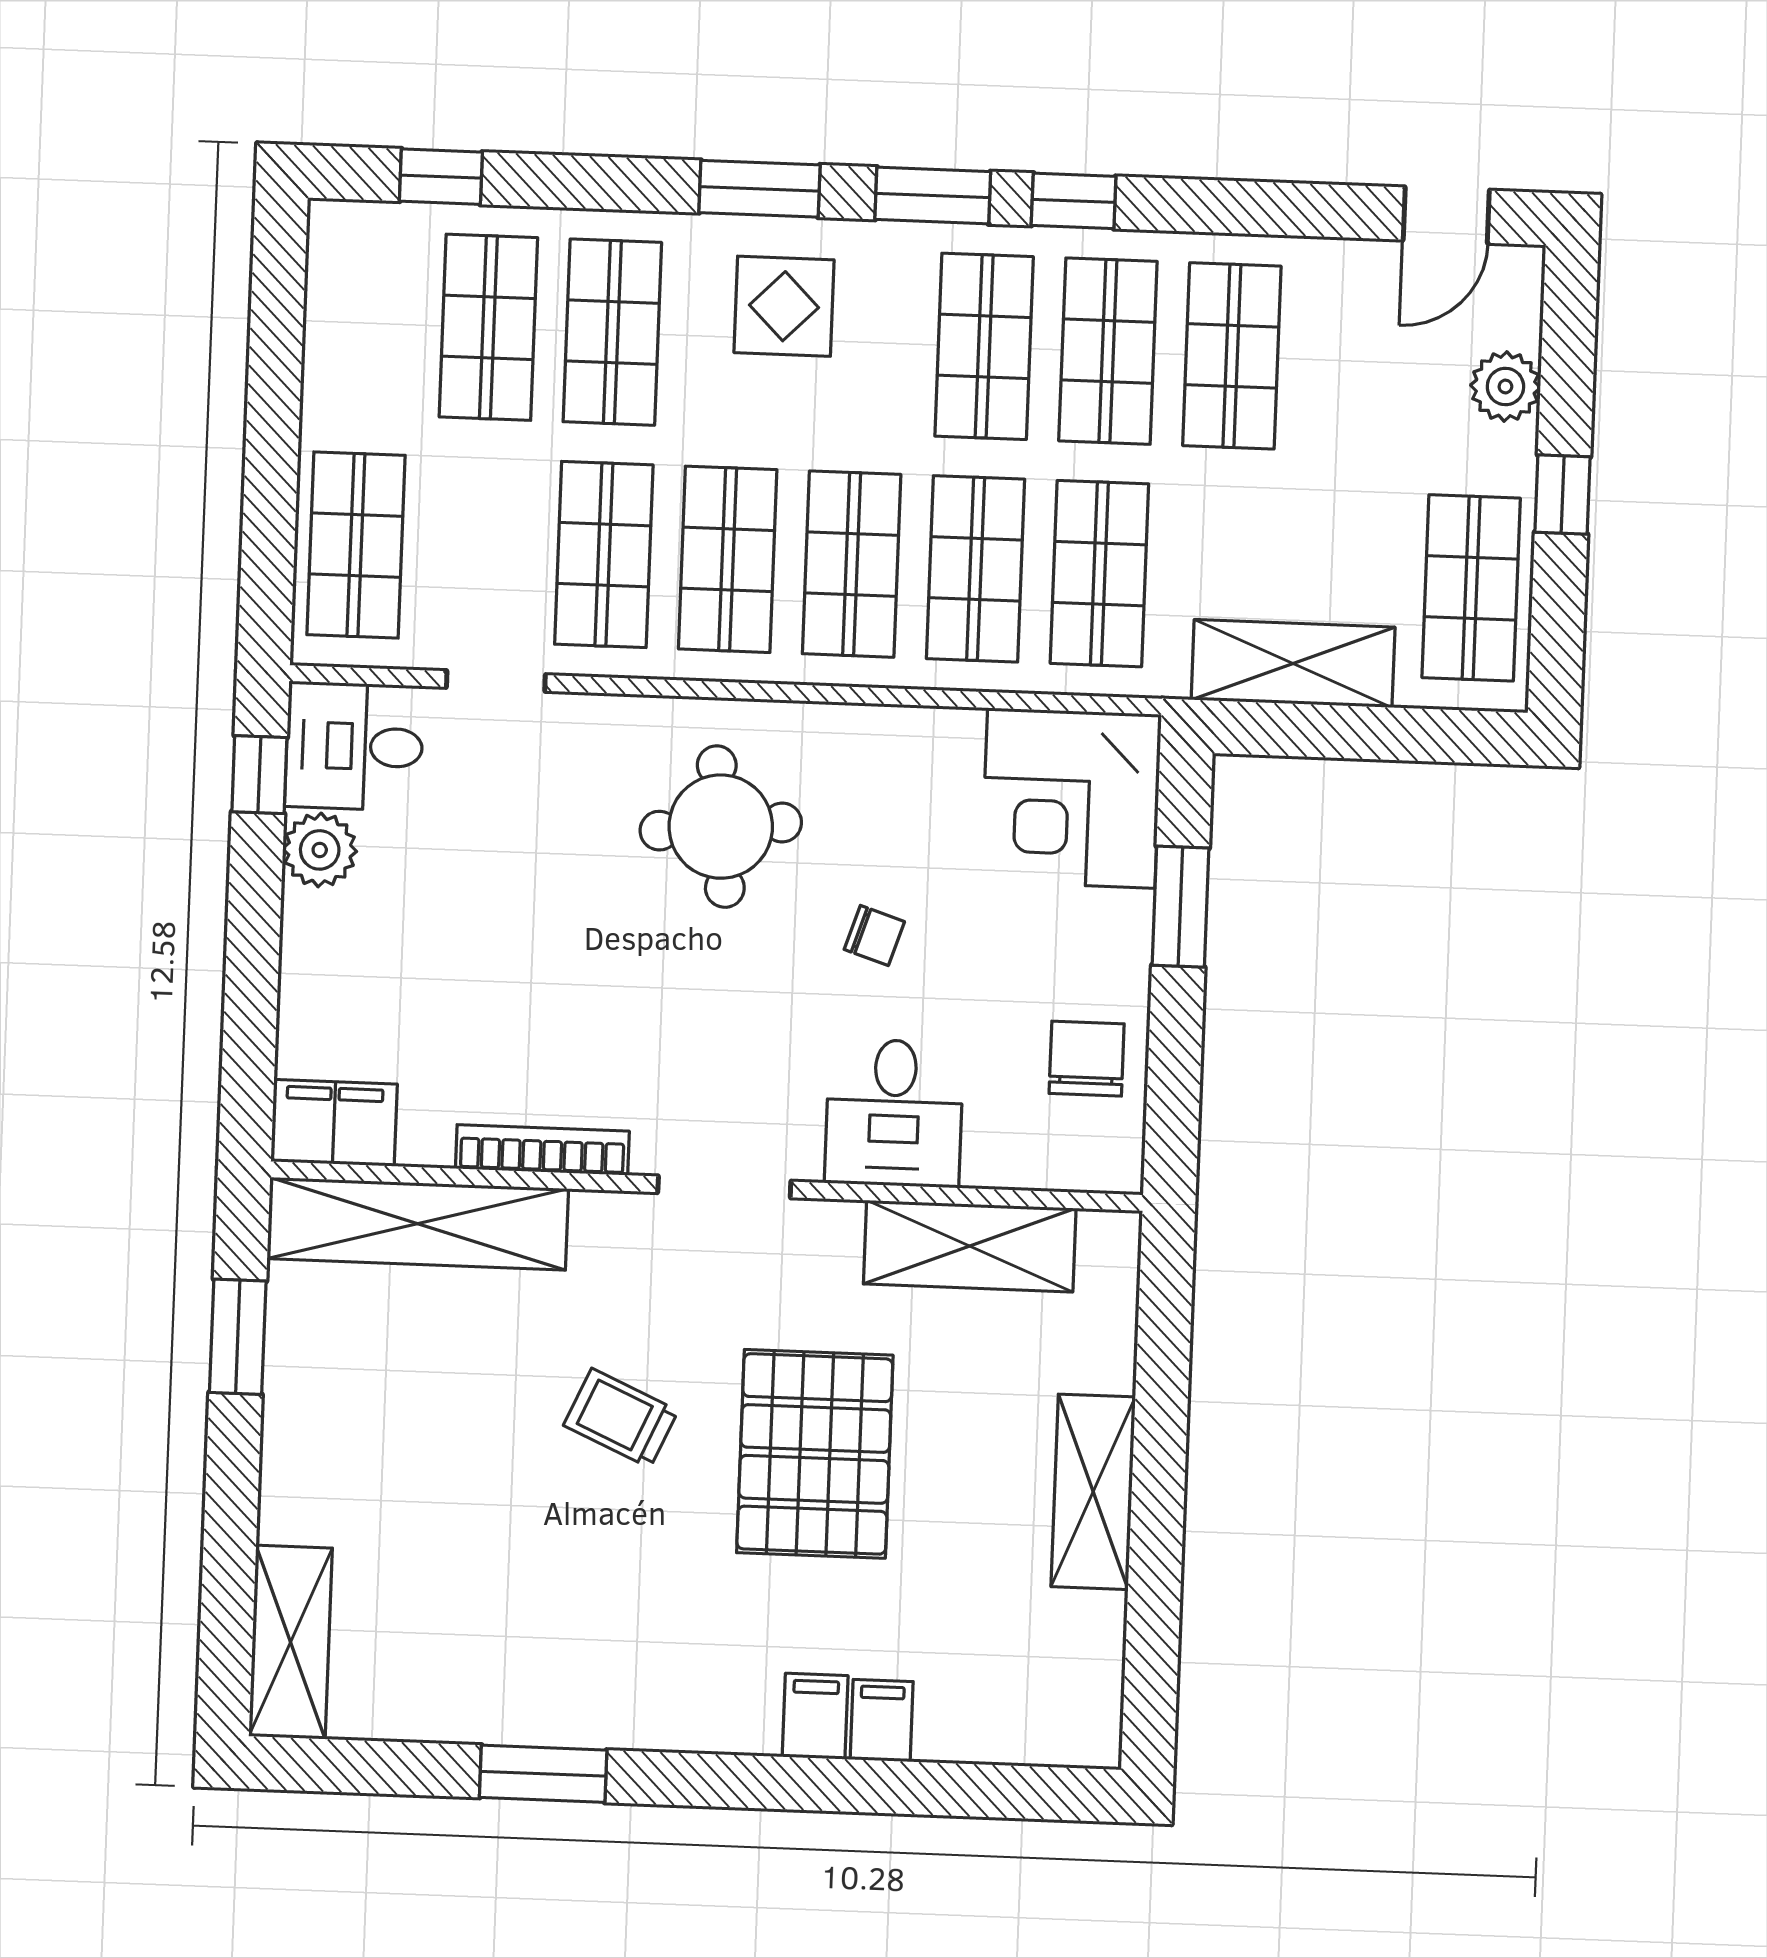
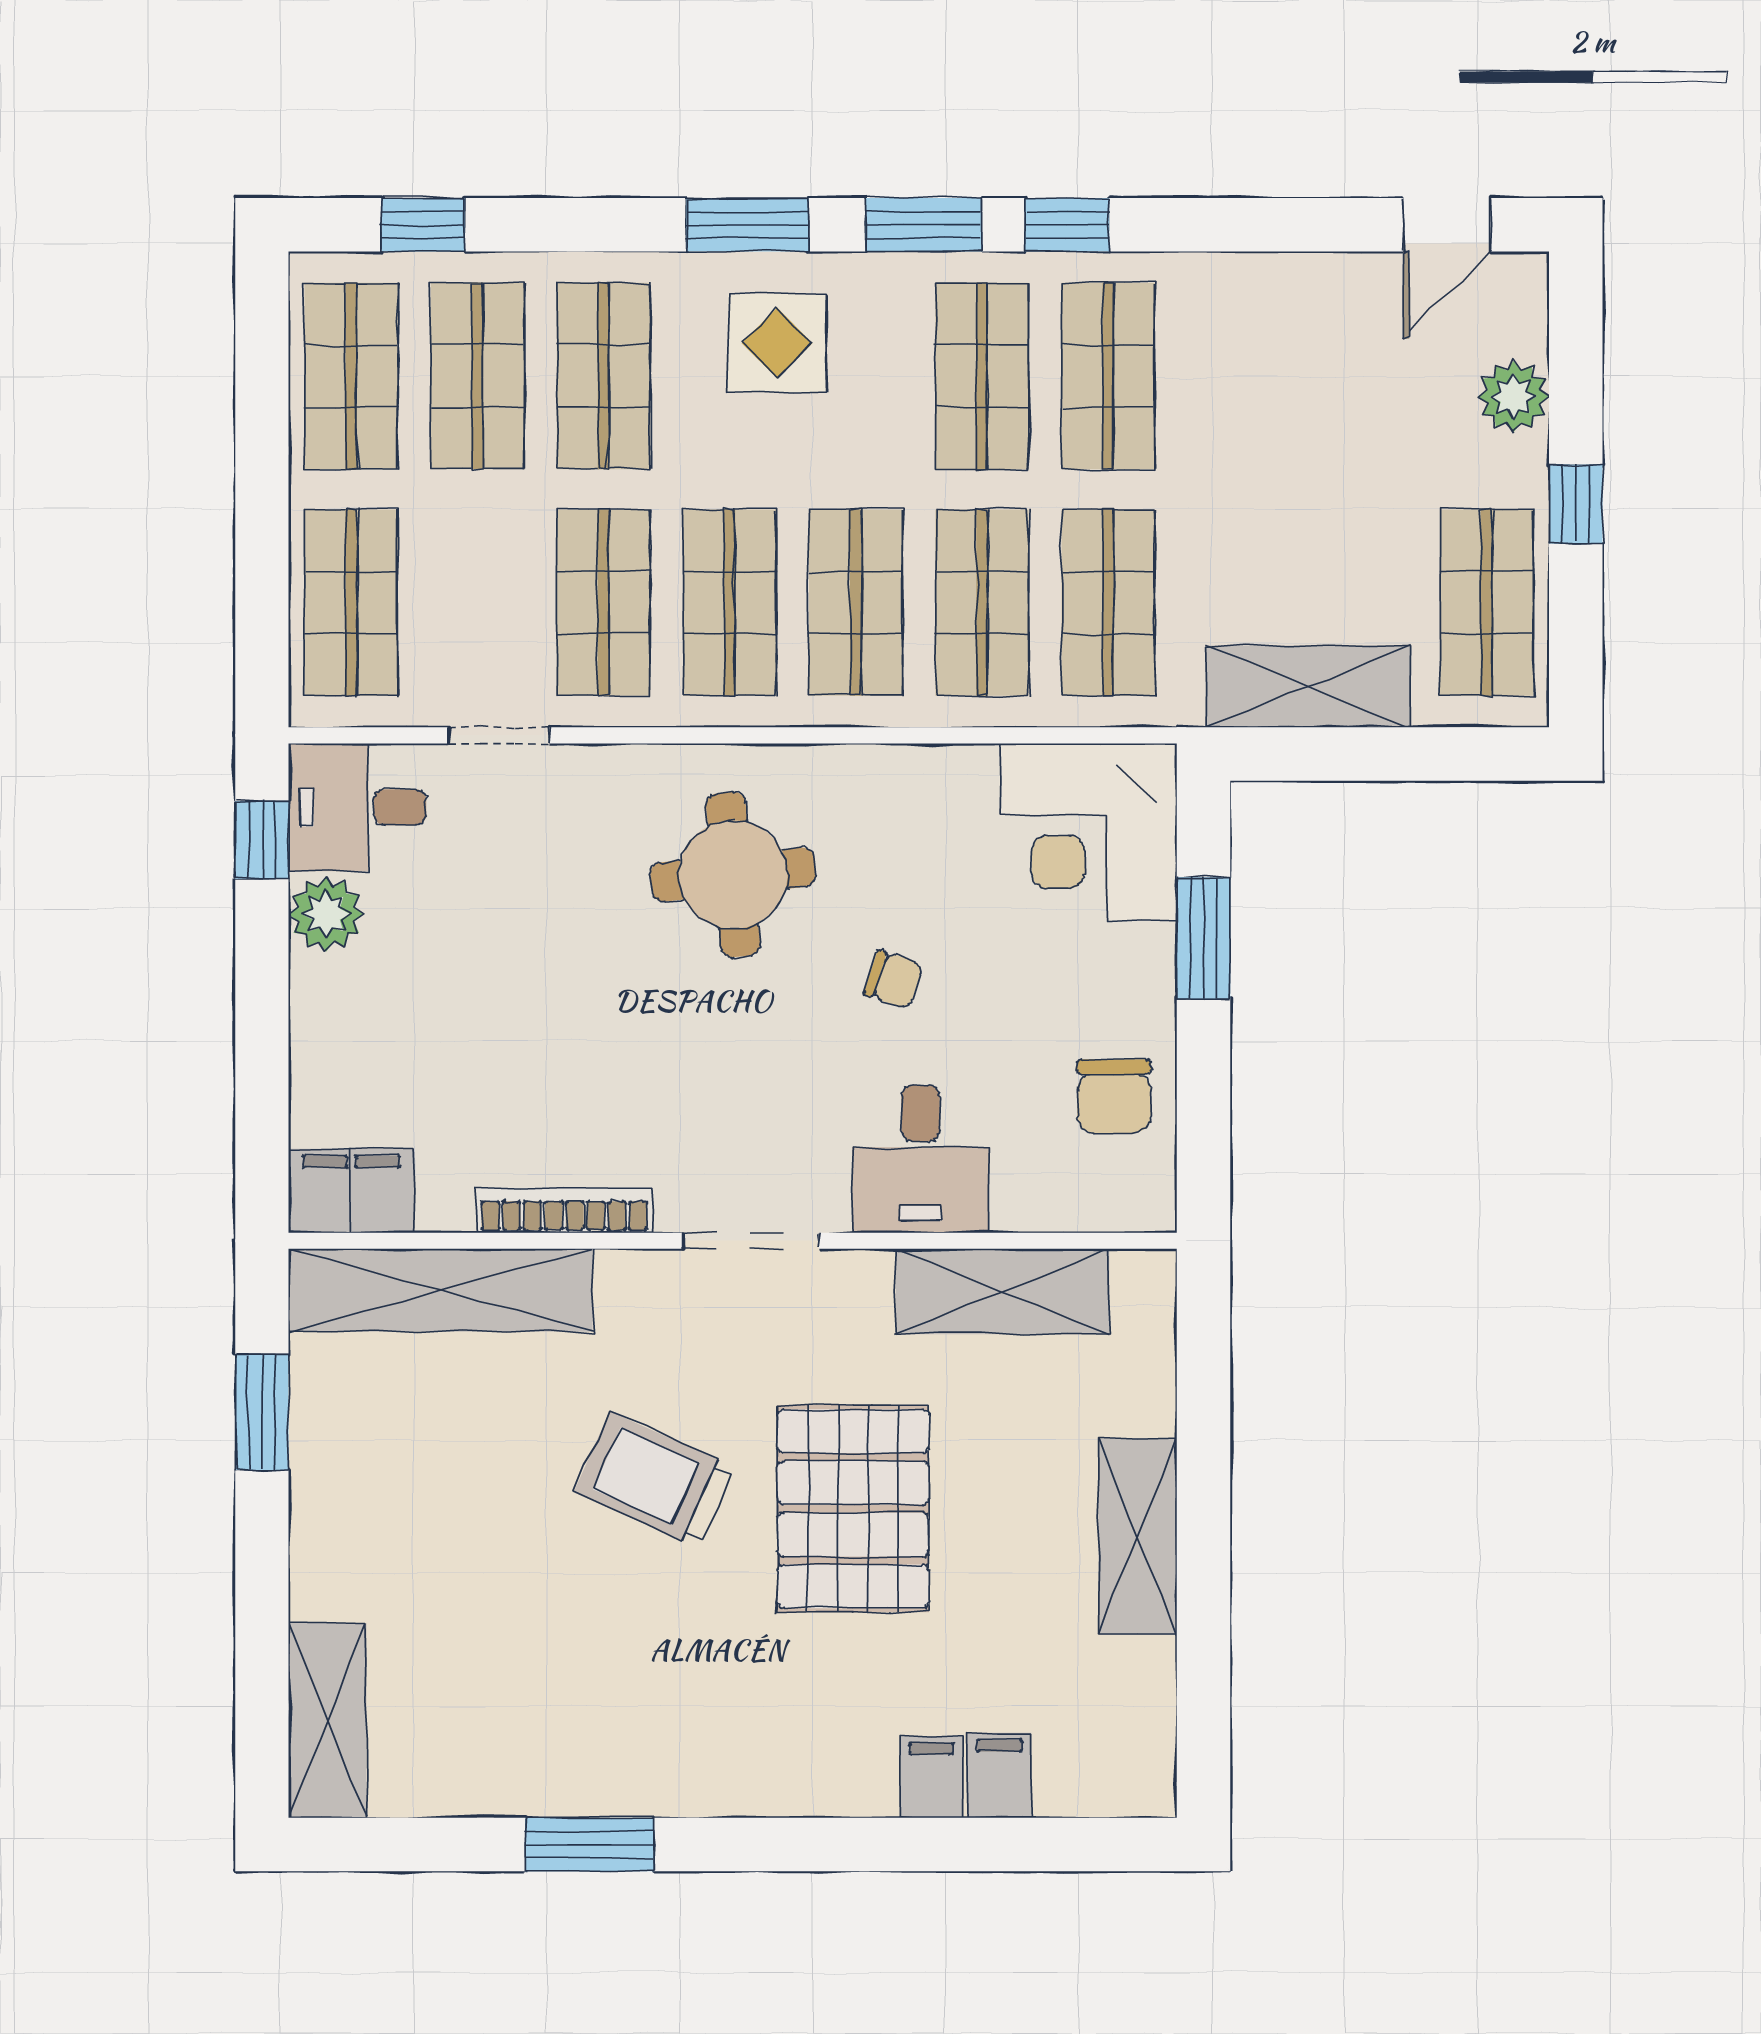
shop shelf: (1232, 356) -> (351, 376), moved
chair: (1087, 1059) -> (1114, 1096), turned 180
trolley: (621, 1418) -> (655, 1480), width x1.36, depth x1.39
filing cabinet: (815, 1716) -> (999, 1775), moved

